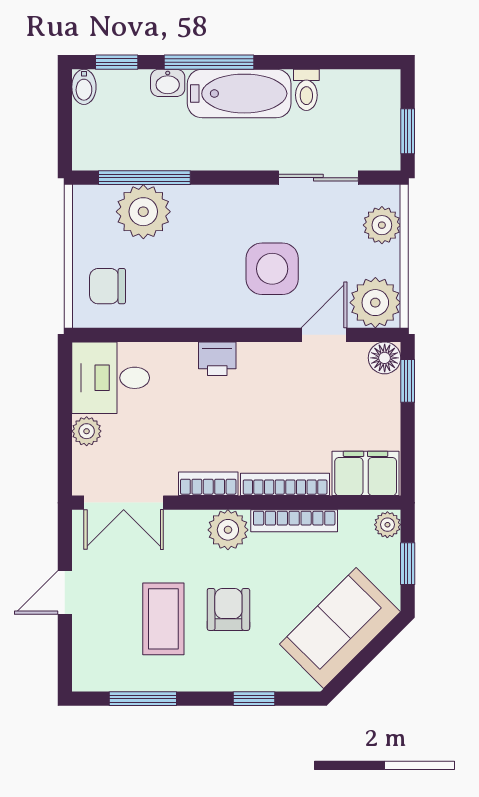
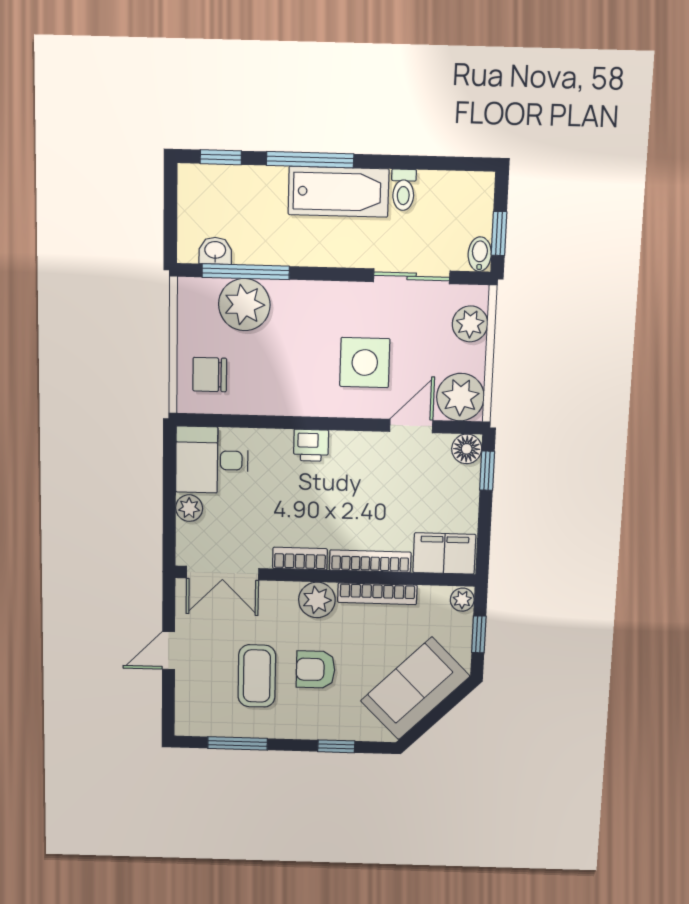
washbasin: (168, 83) -> (215, 251), moved, turned 180
bidet: (84, 87) -> (480, 254), moved, turned 180
armchair: (228, 609) -> (316, 669), turned -90

